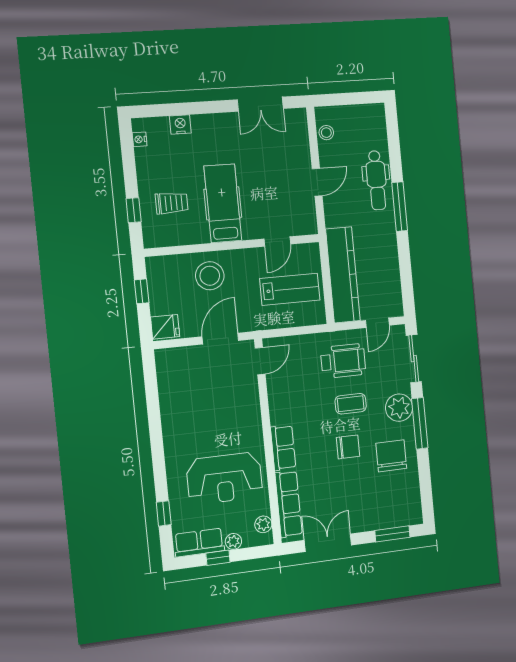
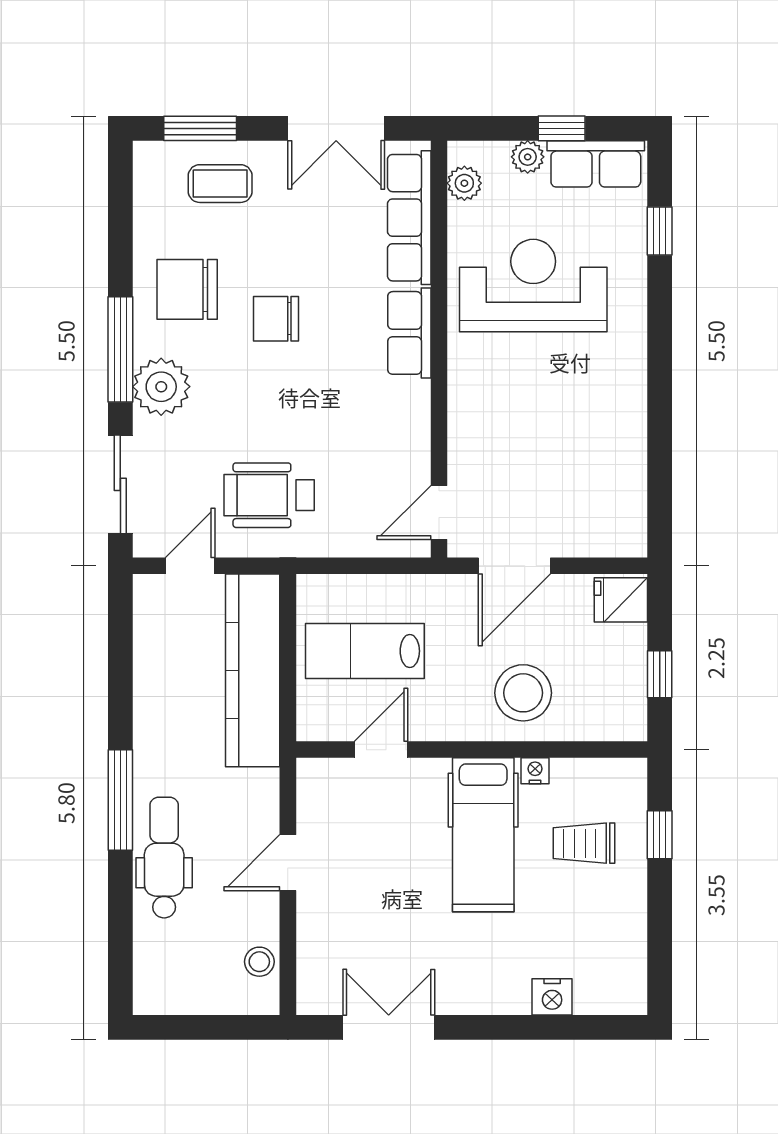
nightstand: (140, 139) -> (535, 771), moved, turned -90
coffee table: (351, 404) -> (220, 184), moved
chair: (391, 456) -> (187, 289), turned 90

